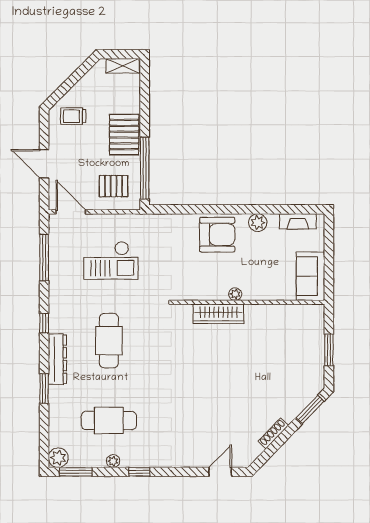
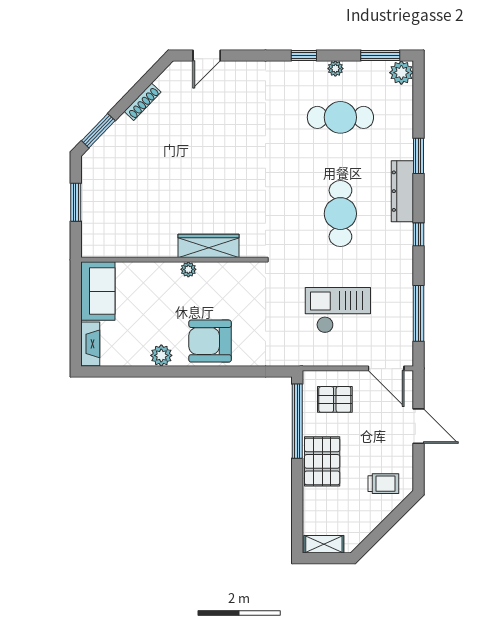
fireplace: (298, 221) -> (90, 344), moved, turned 90

